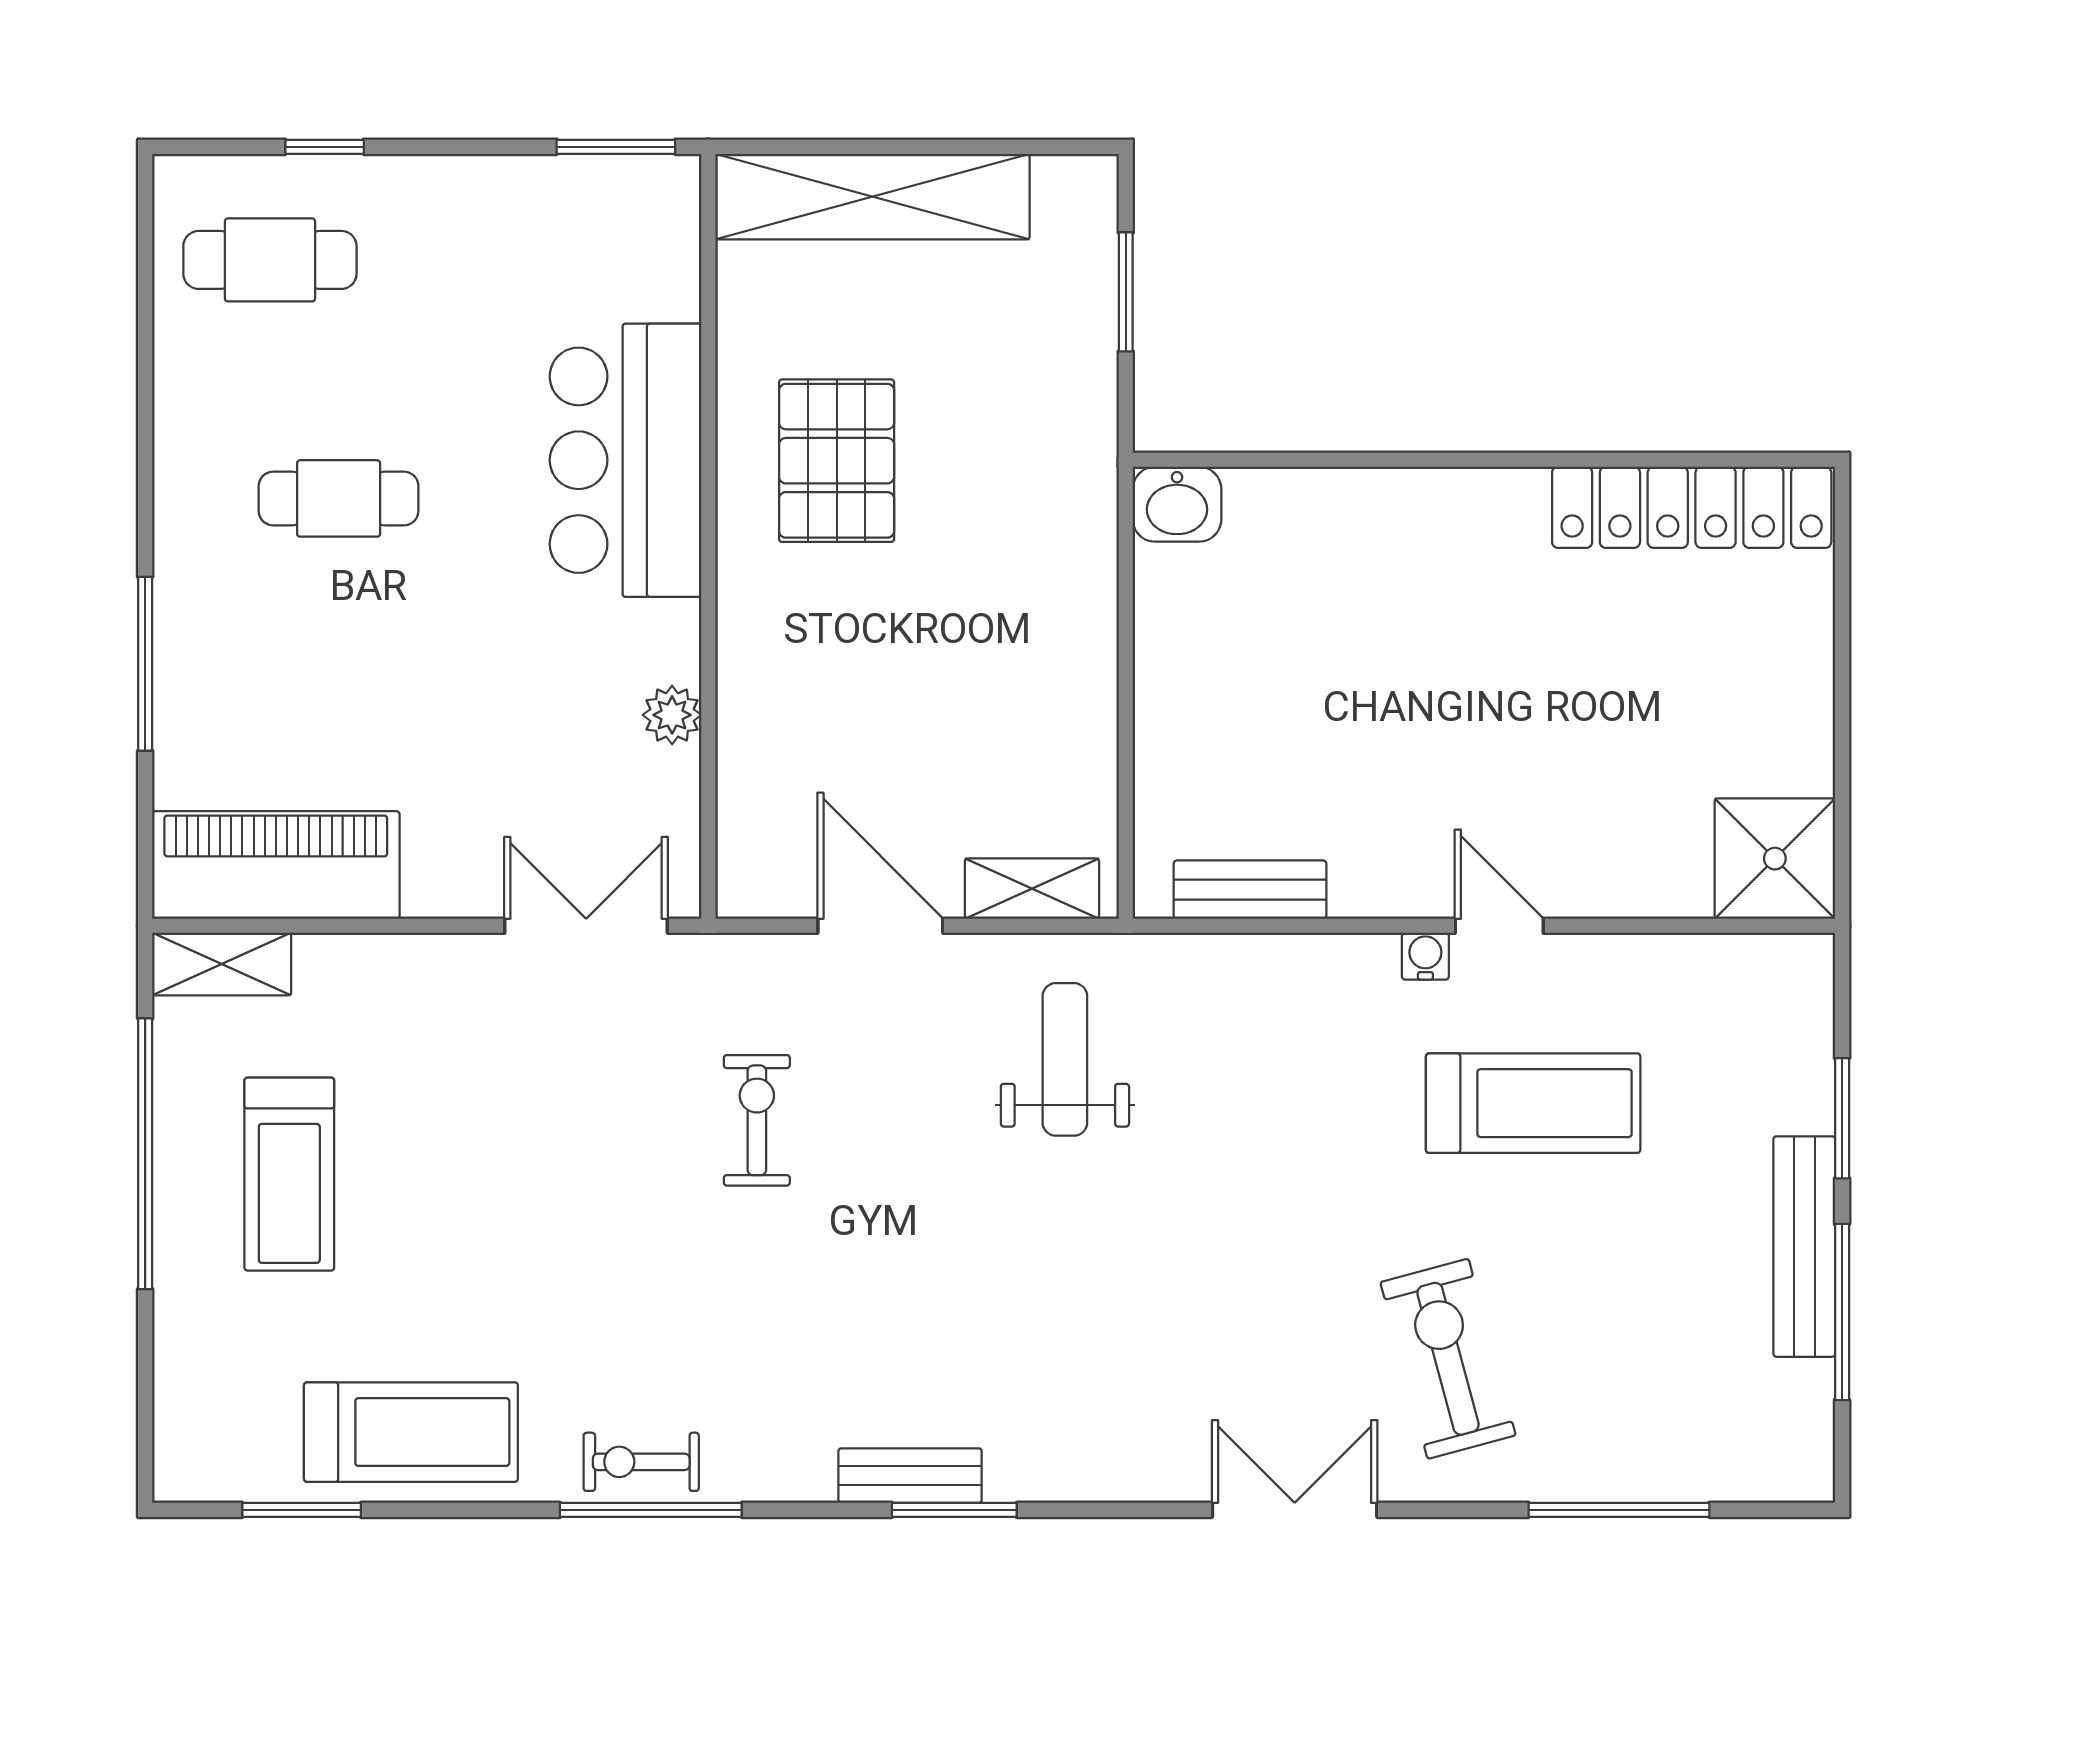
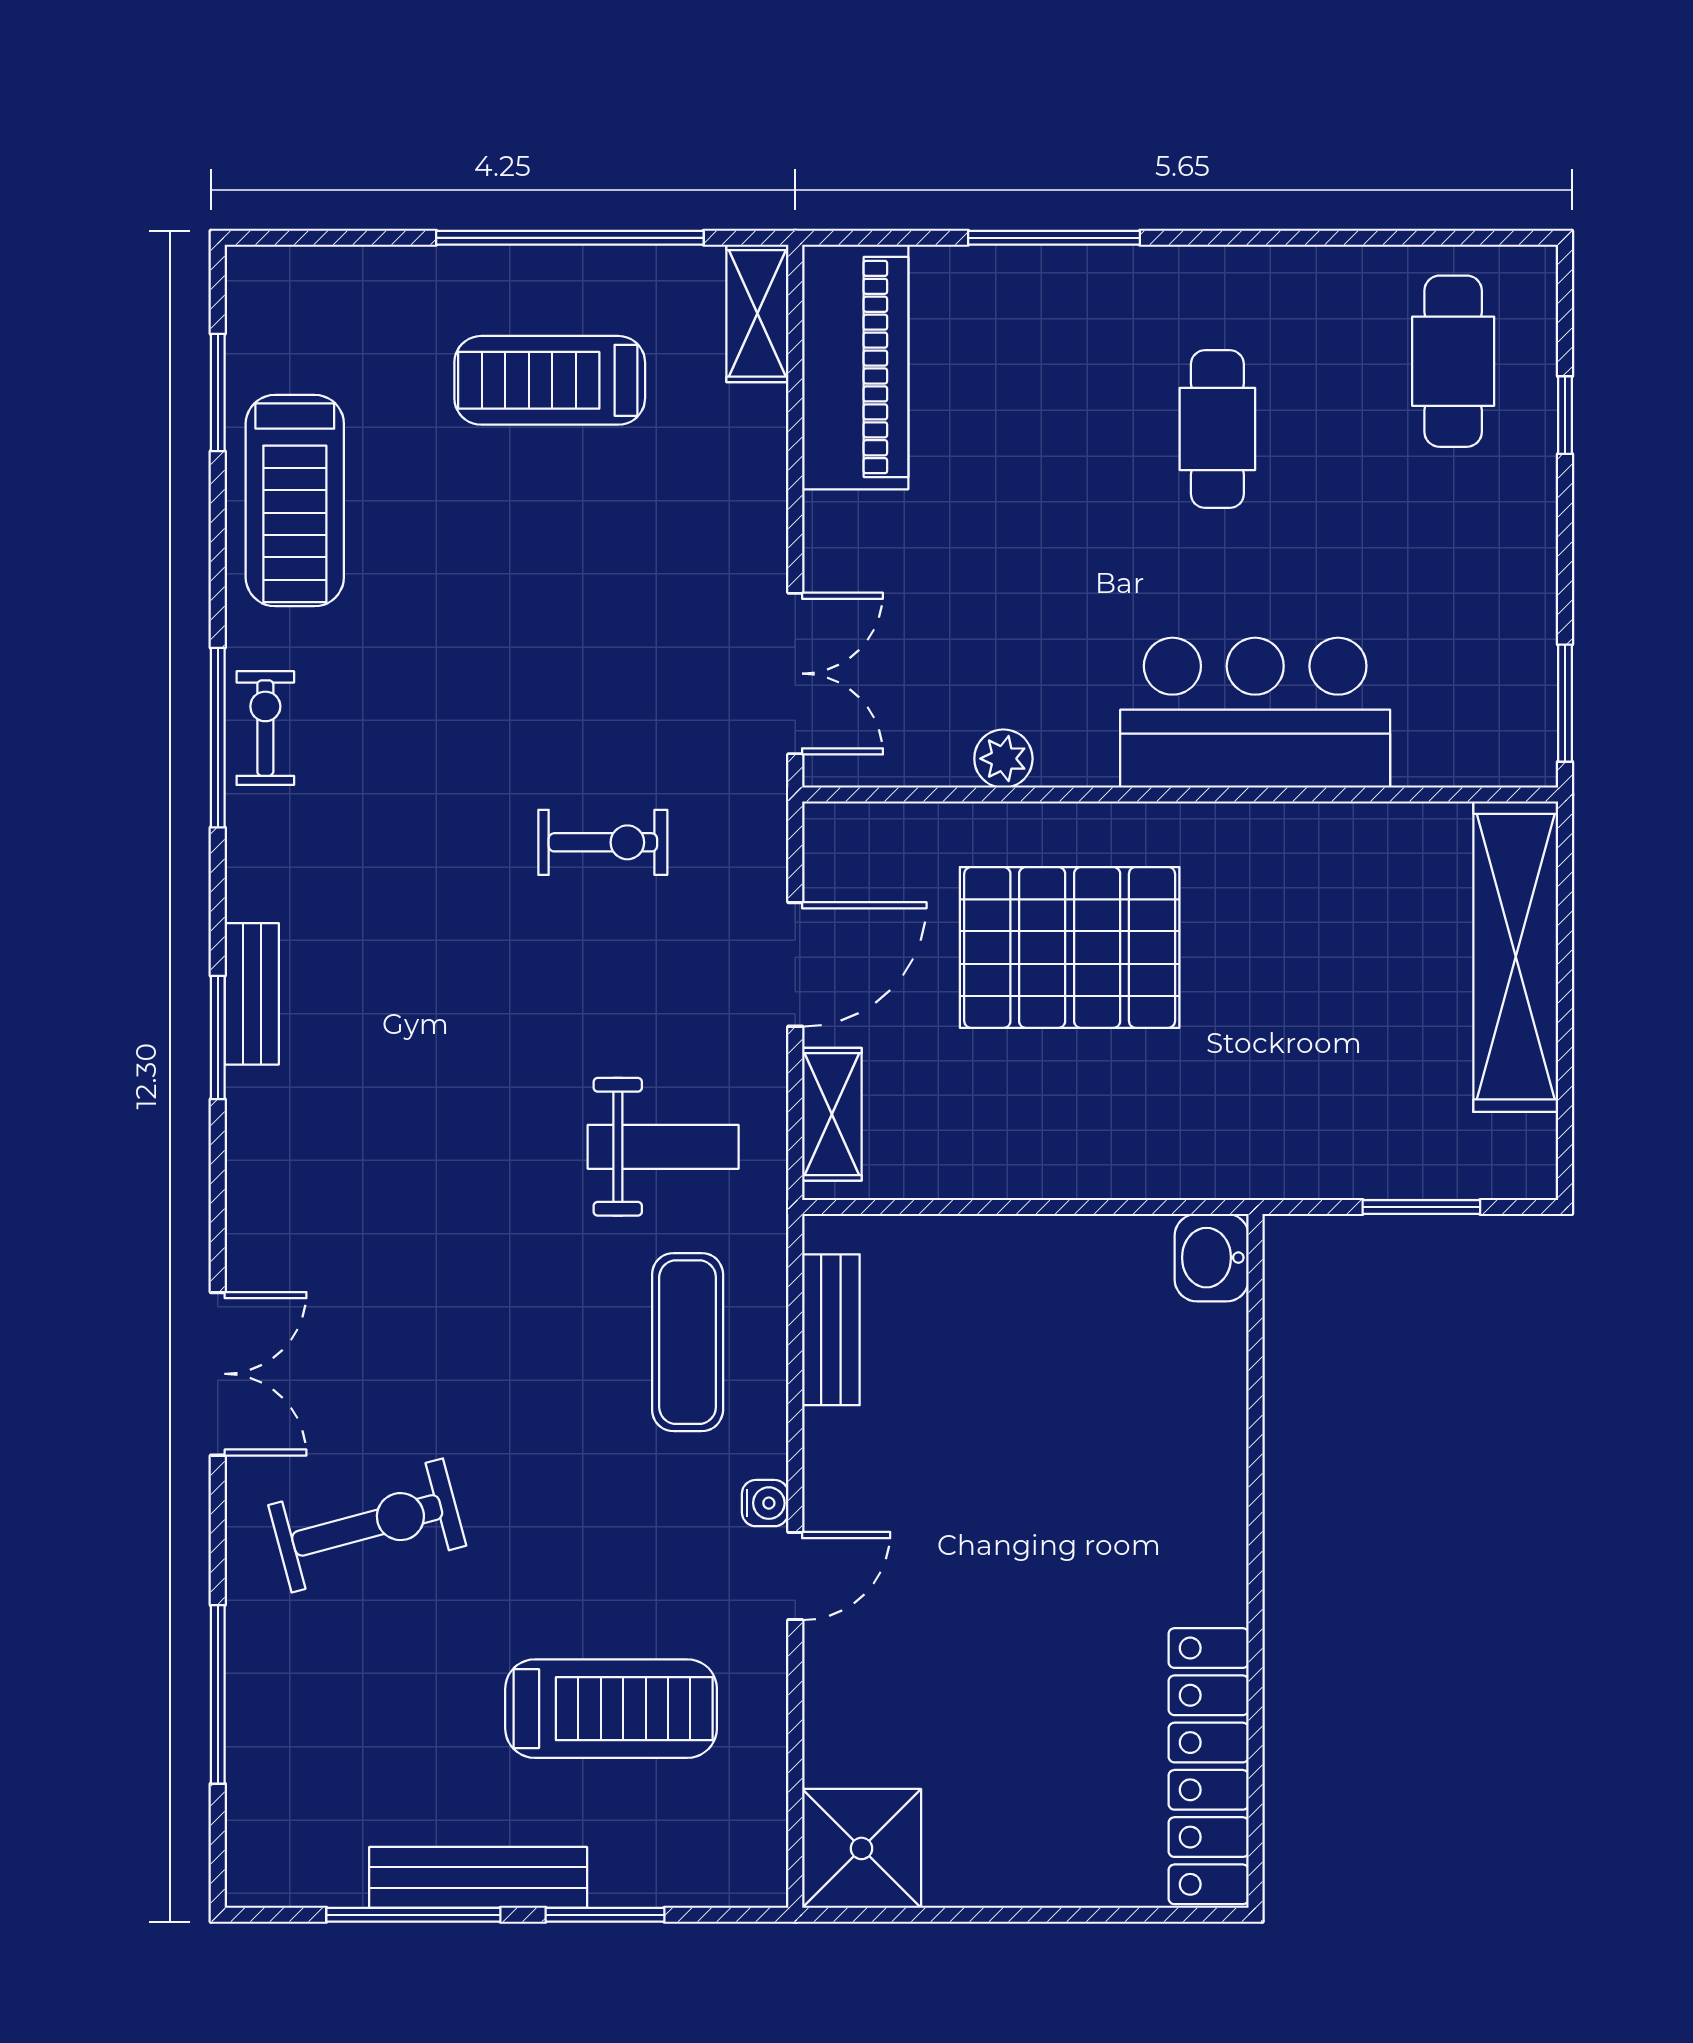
pallet: (837, 461) -> (1070, 947), moved, width x1.37, depth x1.41
exercise mat: (1263, 1035) -> (688, 1342), added
treadmill: (1533, 1103) -> (611, 1709), moved, turned -90

